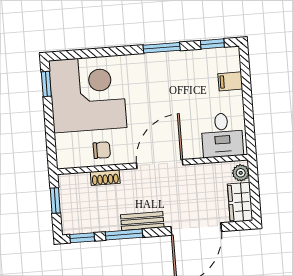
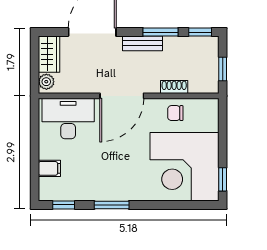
desk: (222, 135) -> (68, 119), width x1.37

